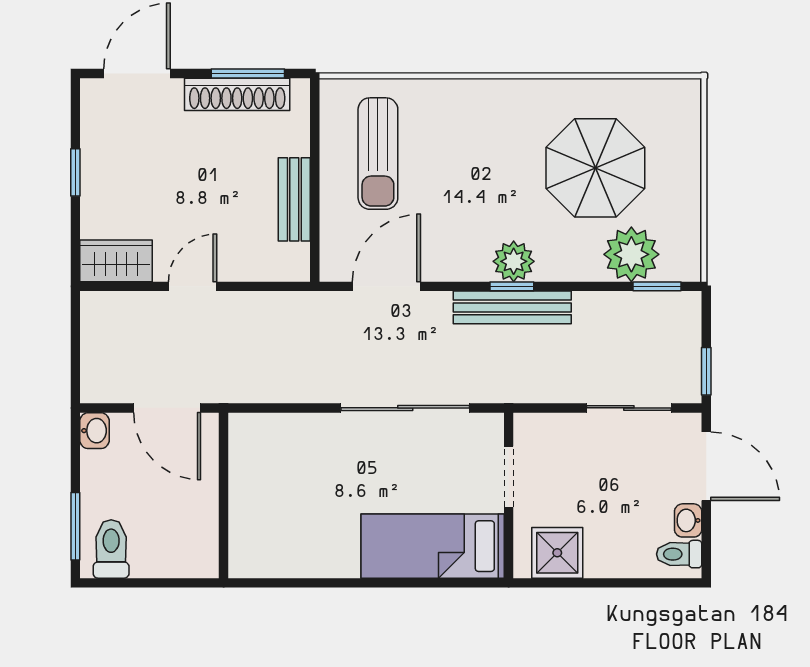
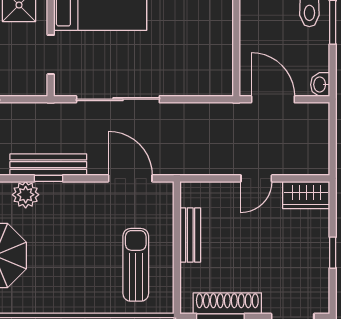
plant: (514, 261) -> (26, 195), moved
door: (386, 286) -> (130, 178), swing flipped

